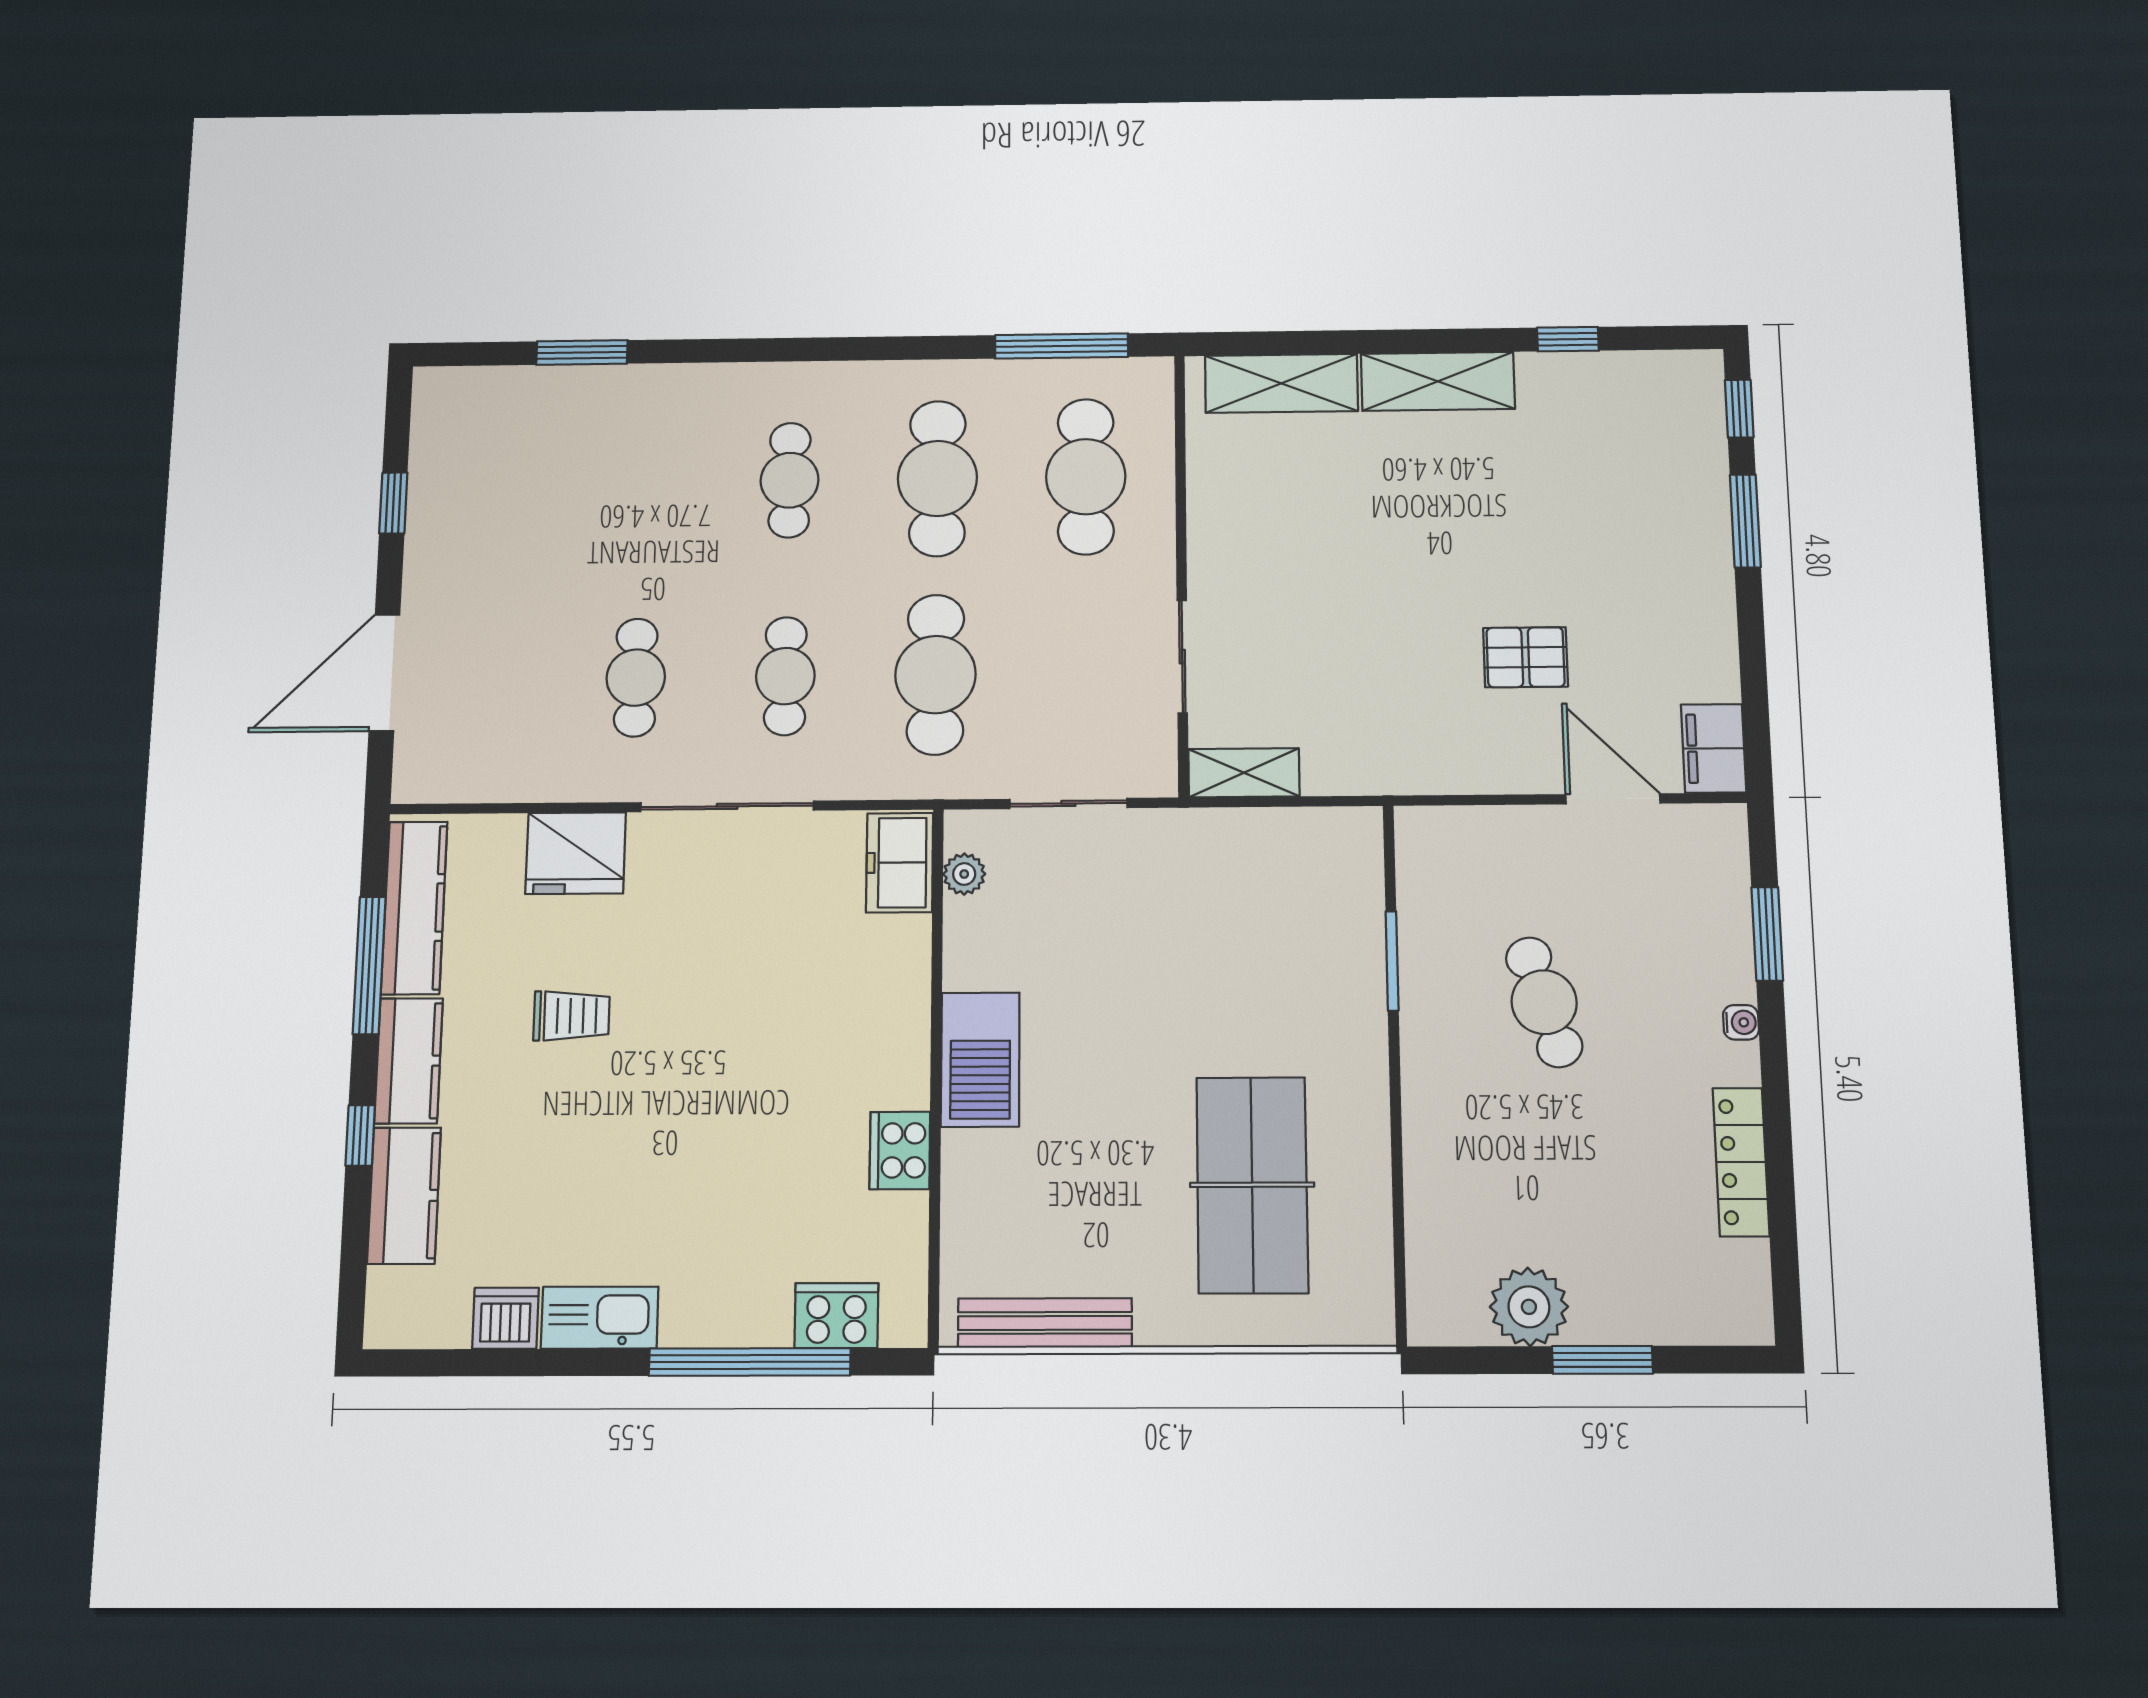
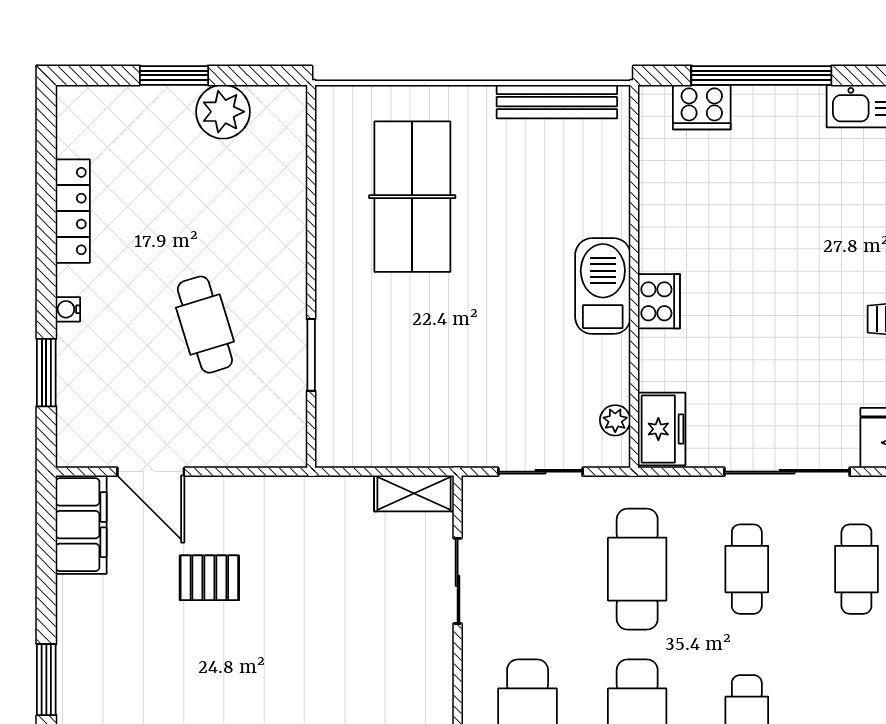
filing cabinet: (1714, 748) -> (81, 525), width x1.50, depth x1.17
cooker: (900, 1150) -> (659, 301), moved

